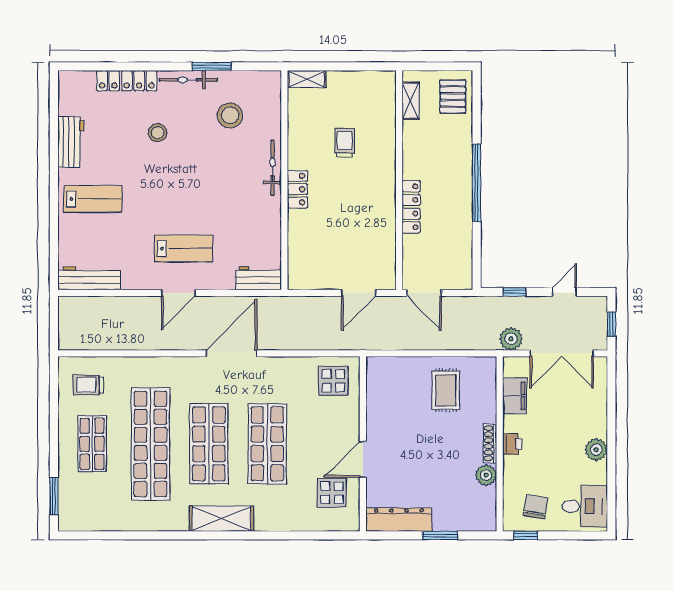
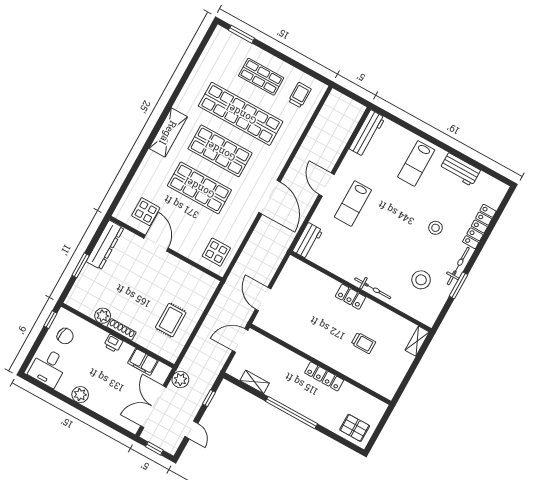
shelving: (411, 101) -> (255, 382), moved
locker: (411, 207) -> (324, 376), moved
rug: (446, 390) -> (171, 320), turned 90

